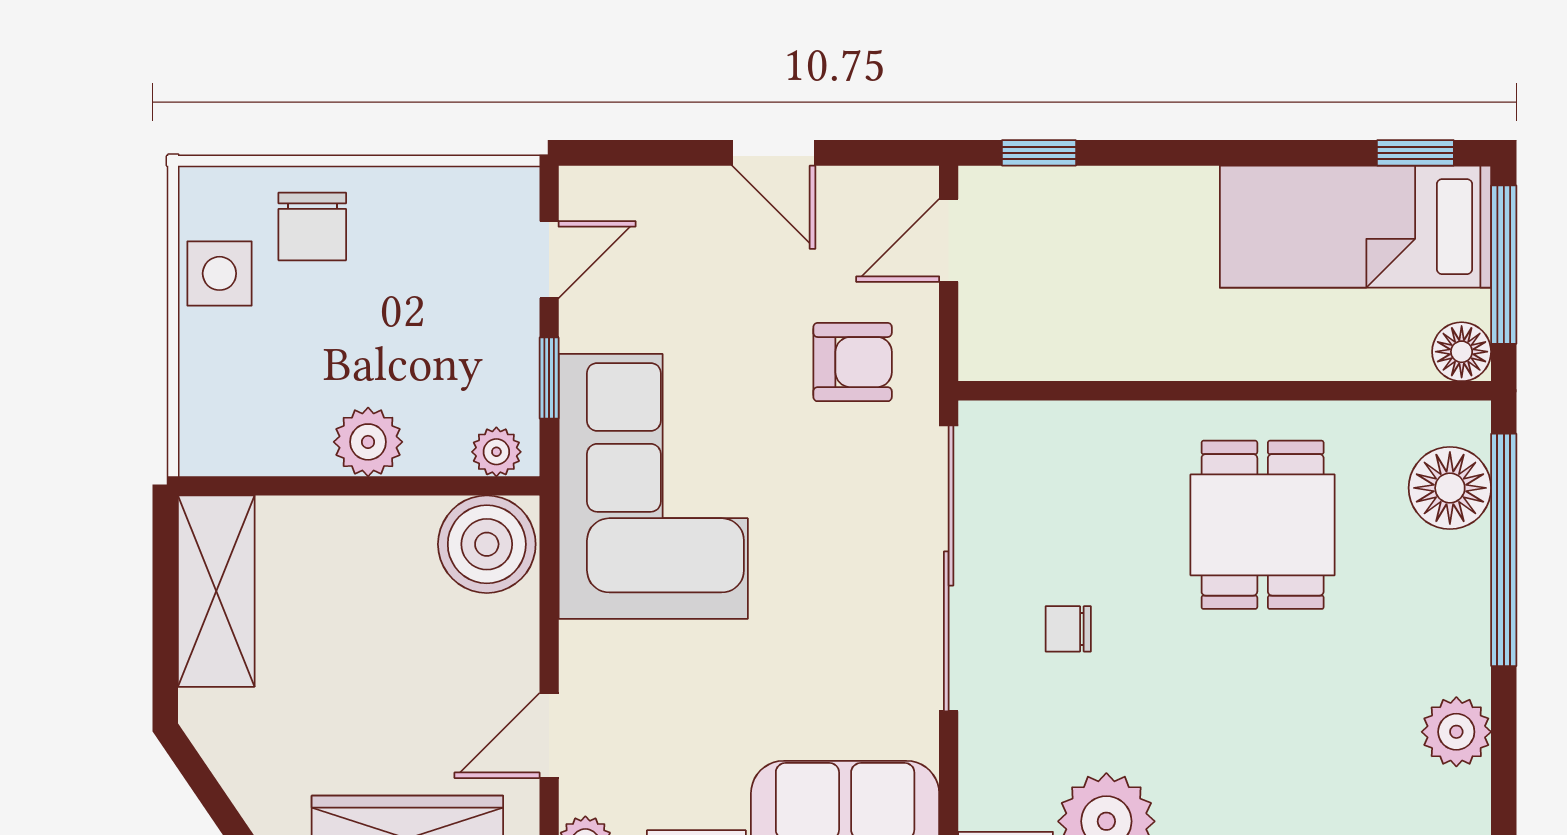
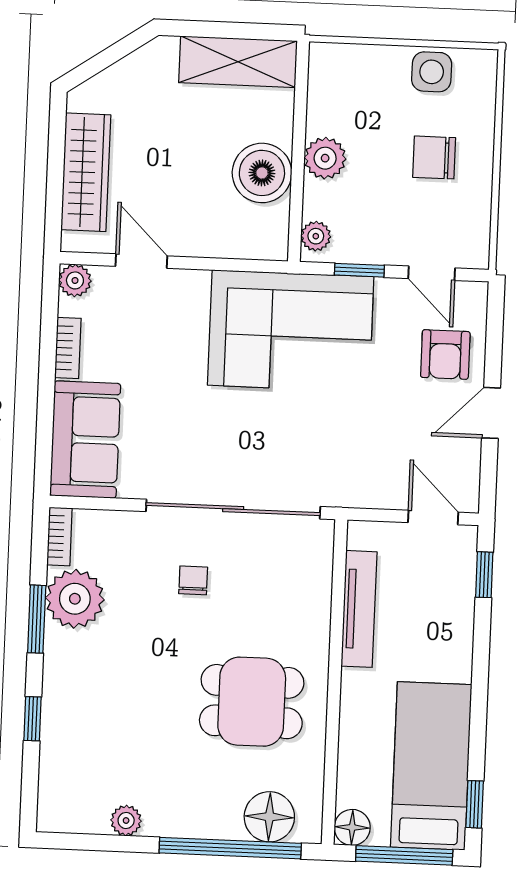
chair: (312, 226) -> (434, 157), moved
tv unit: (1104, 356) -> (359, 609), added
armchair: (853, 362) -> (445, 354), moved
boiler: (487, 544) -> (262, 173), moved
plant: (1456, 732) -> (126, 821), width x0.73, depth x0.73

